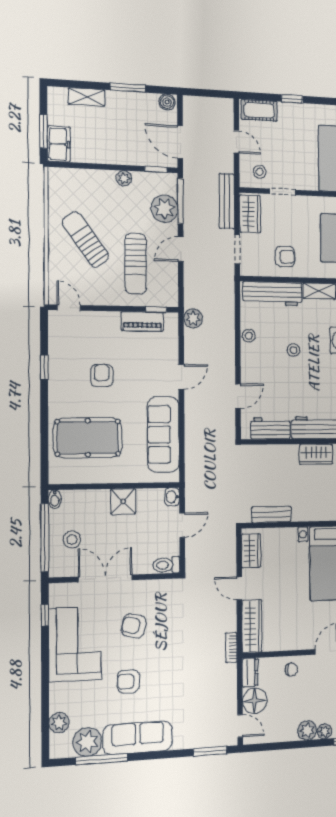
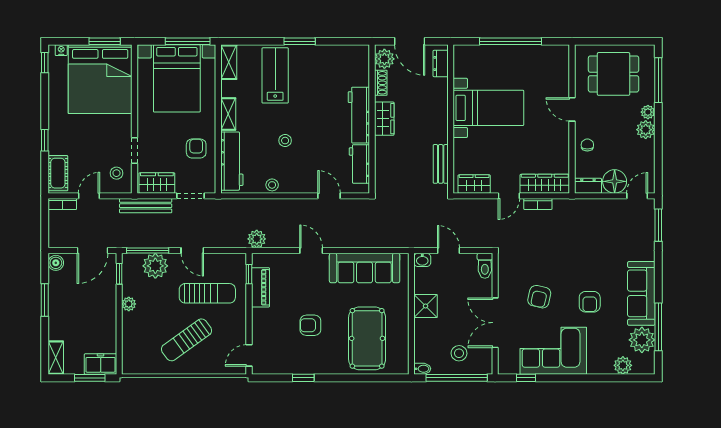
shelving: (87, 97) -> (56, 358), moved
bookcase: (228, 113) -> (62, 204), added
bookcase: (231, 648) -> (538, 204), moved

